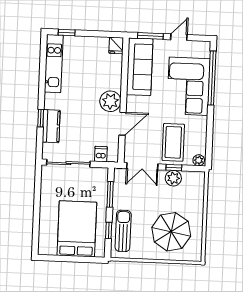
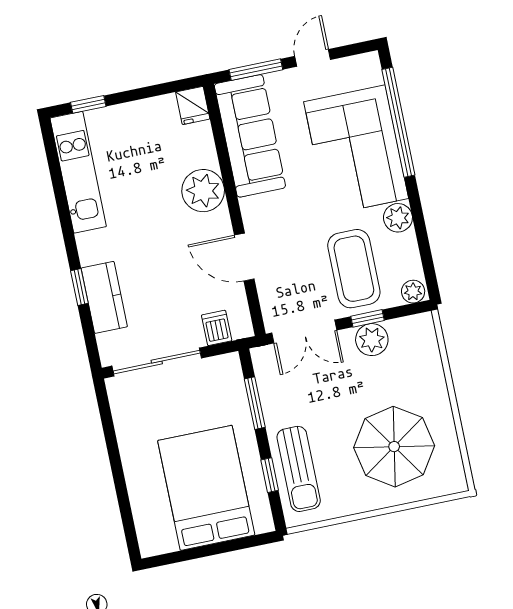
plant: (110, 101) -> (203, 191), moved
plant: (200, 123) -> (398, 218), added
door: (123, 124) -> (244, 257), swing flipped
sun lounger: (123, 231) -> (299, 469), turned 180

